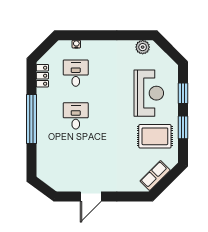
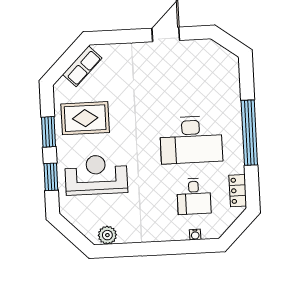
reception desk: (149, 93) -> (96, 175), turned 90
desk: (76, 116) -> (191, 140), width x1.87, depth x1.30

